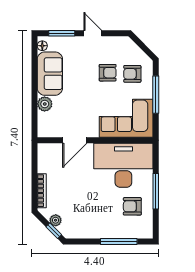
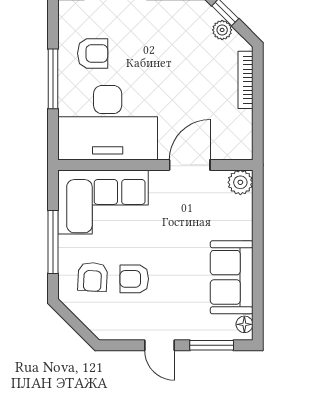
armchair: (132, 74) -> (93, 277), turned 93
plant: (45, 104) -> (240, 182), moved

